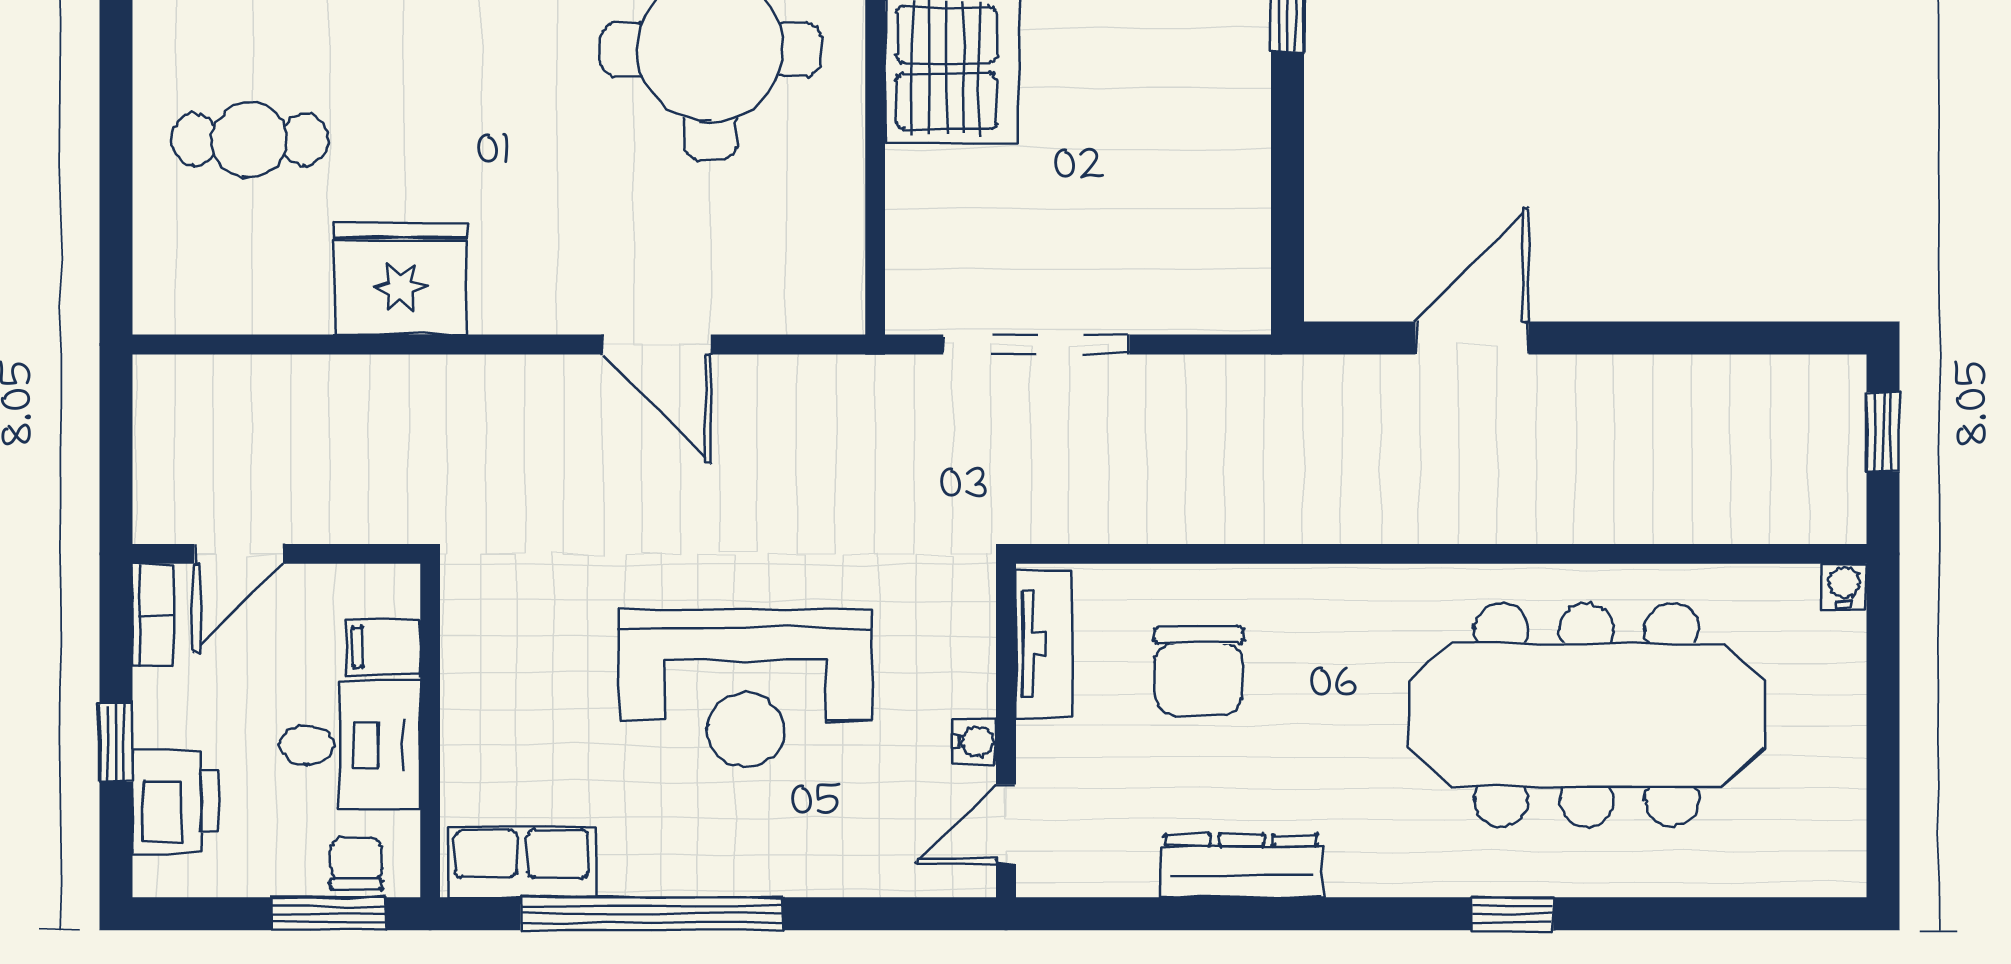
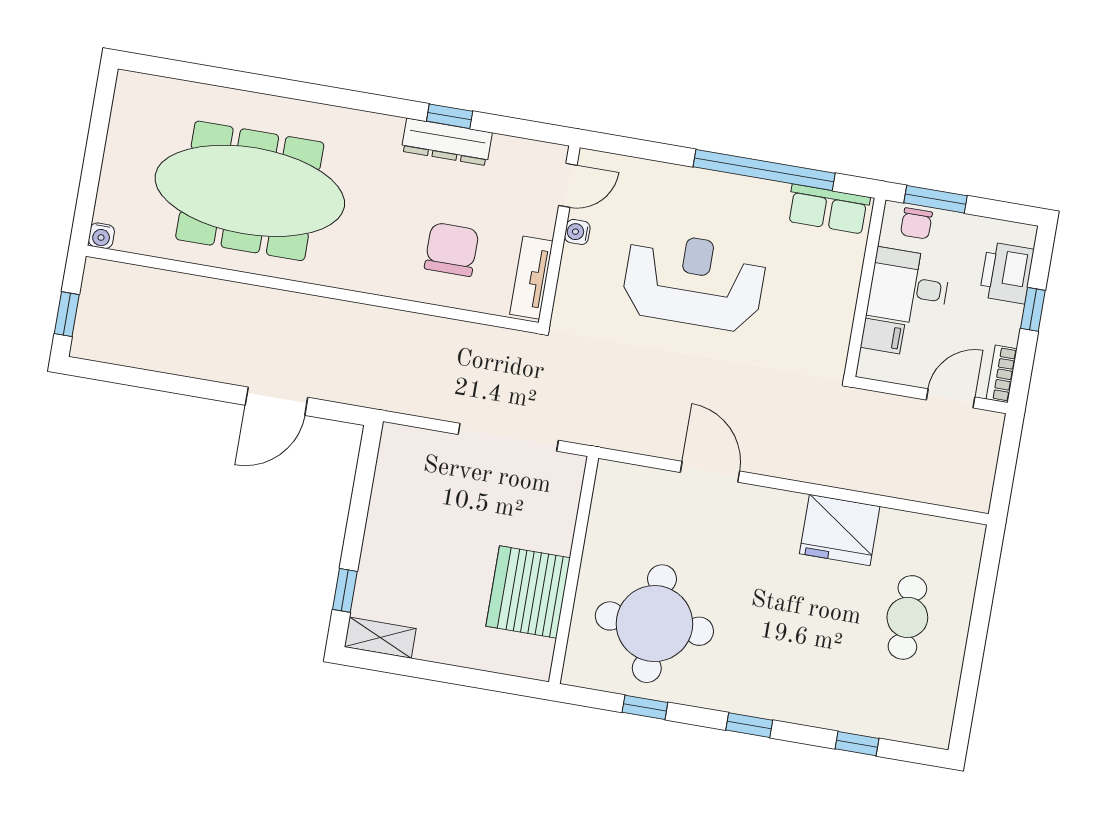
cafe table: (249, 140) -> (907, 617), turned 90
window: (1513, 914) -> (450, 116), moved

